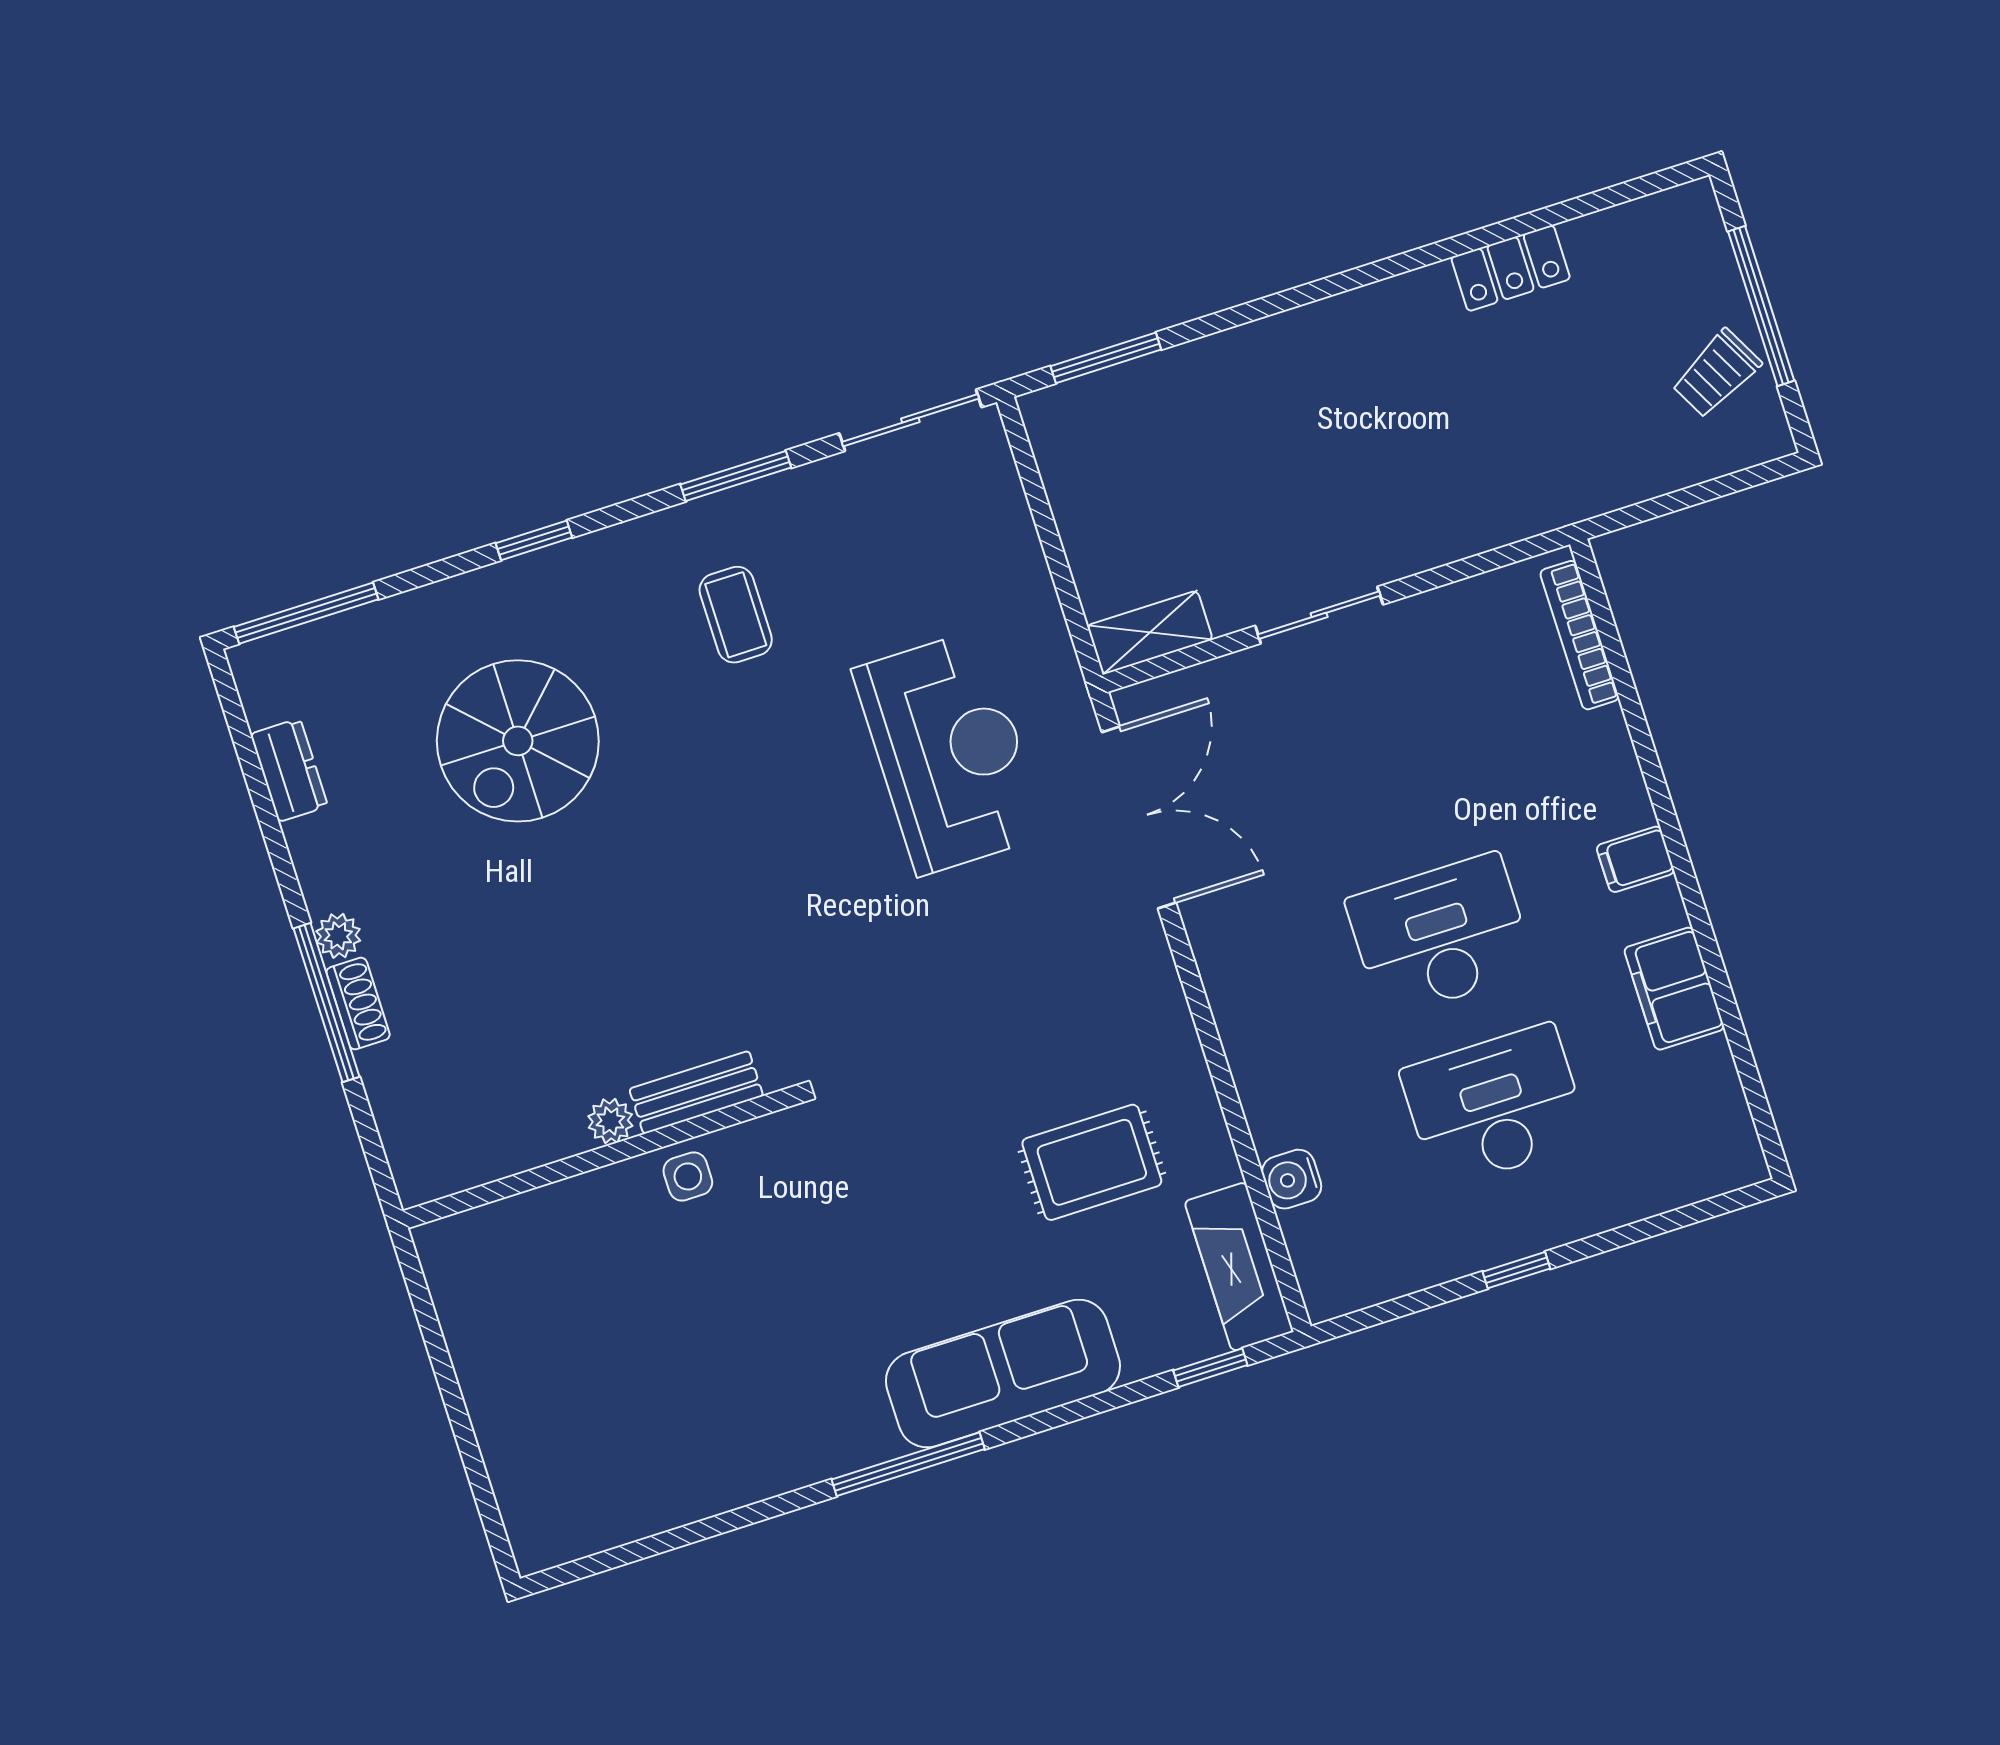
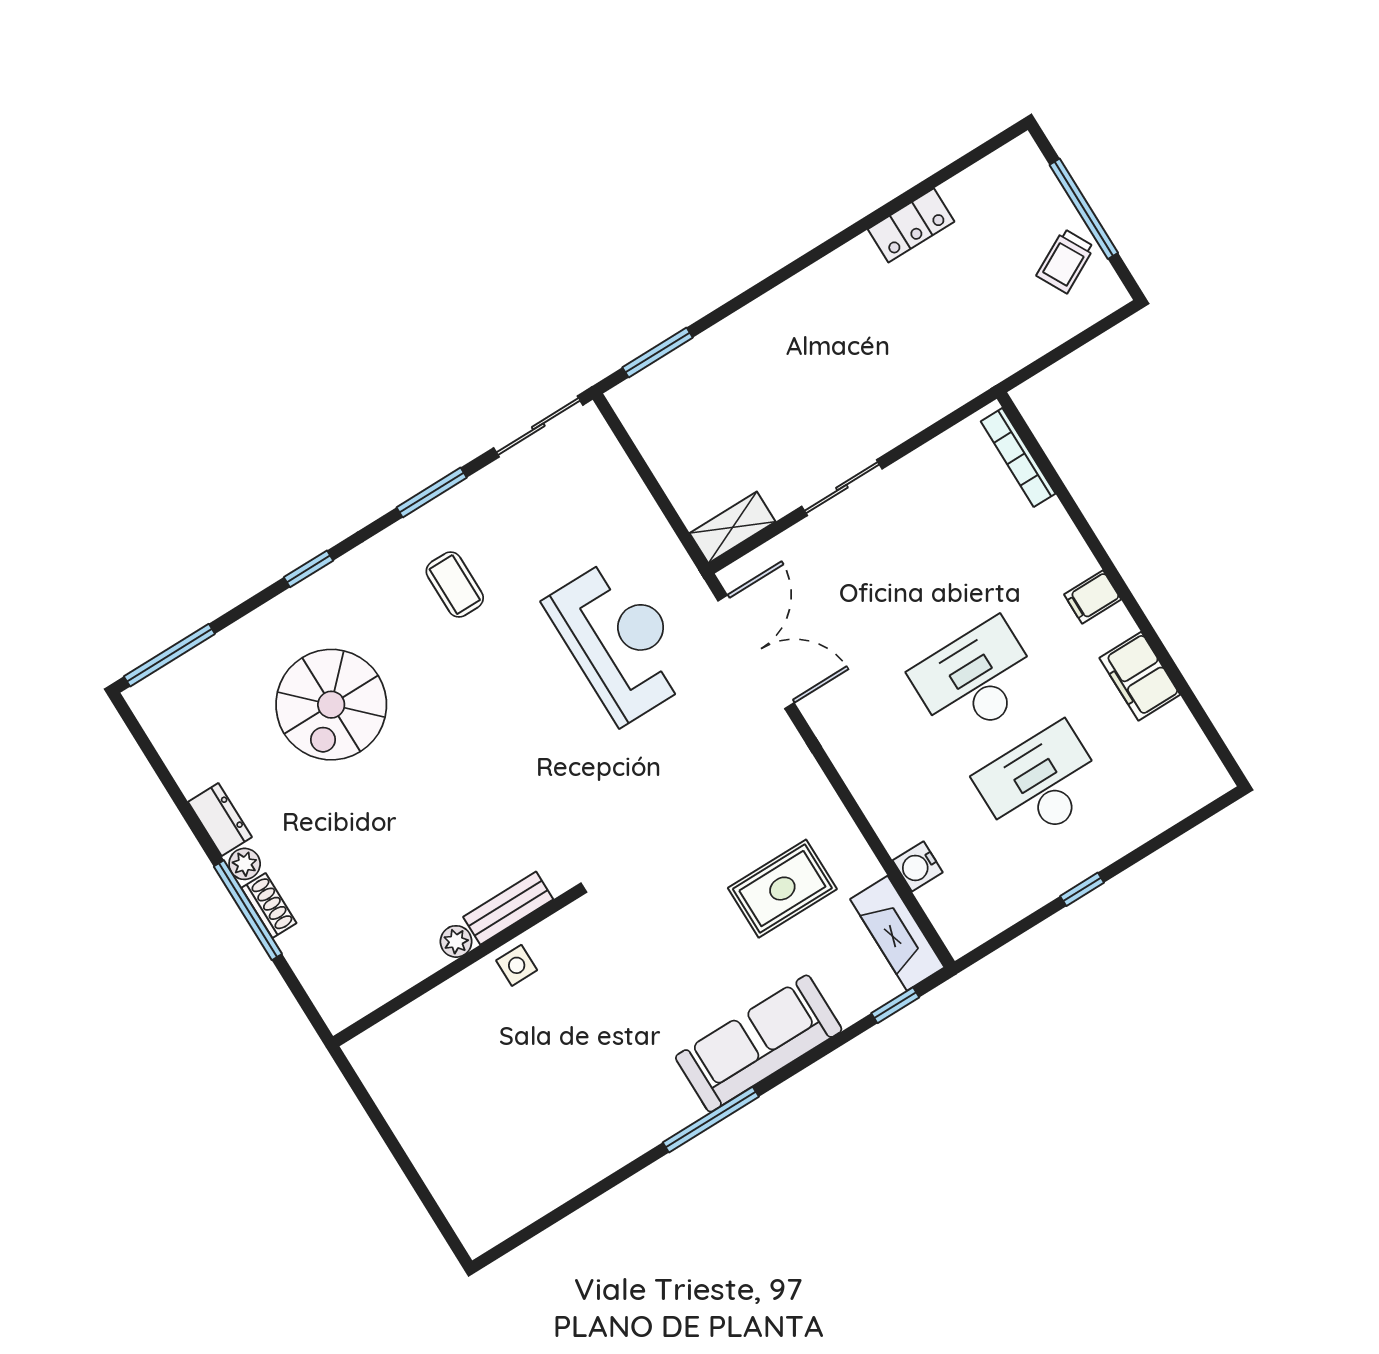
dresser: (289, 770) -> (220, 820), moved

